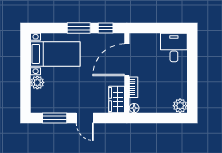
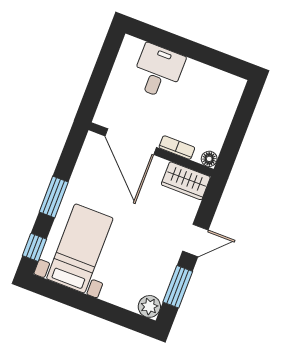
window: (106, 28) -> (35, 247), moved
desk: (174, 48) -> (158, 71), moved, turned 90
plant: (37, 82) -> (149, 306), moved
plant: (180, 106) -> (233, 87), removed

